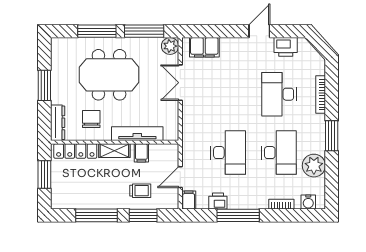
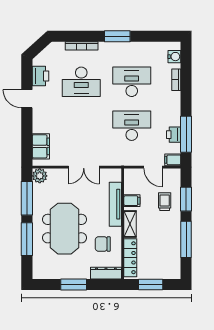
double door: (180, 83) -> (84, 167), moved
plant: (314, 166) -> (143, 52), removed
window: (238, 215) -> (186, 134), moved

